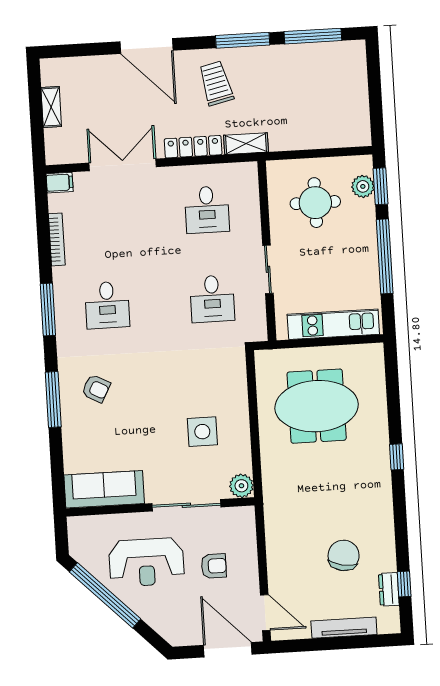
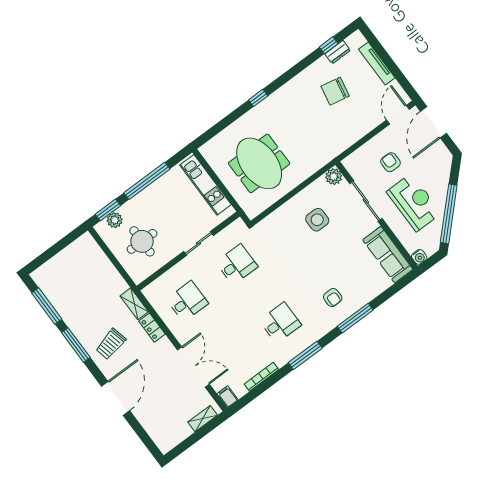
shelving: (51, 107) -> (203, 419), moved
locker: (193, 147) -> (152, 328), width x0.66
double door: (123, 165) -> (193, 367), swing flipped
armchair: (96, 389) -> (333, 298), turned 152
water cooler: (76, 525) -> (419, 257), added

